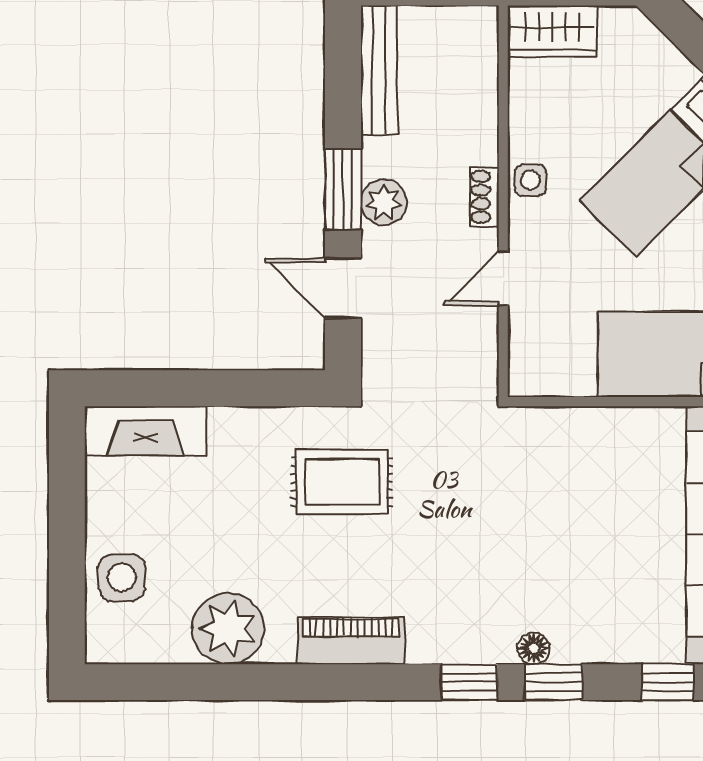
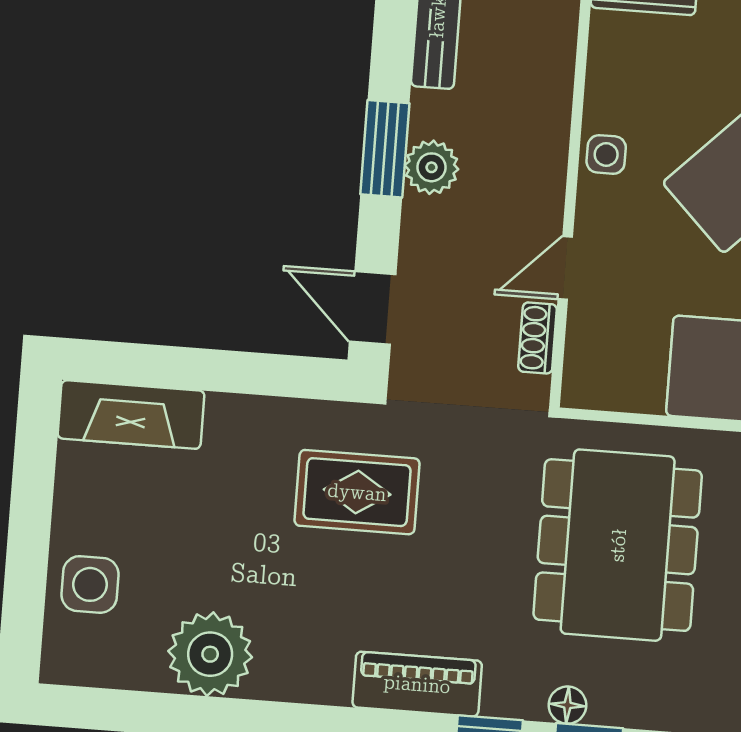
shoe rack: (484, 197) -> (538, 338), moved
door: (343, 288) -> (373, 308), moved
dining table: (566, 510) -> (618, 545), added
piano: (351, 640) -> (417, 684), moved

